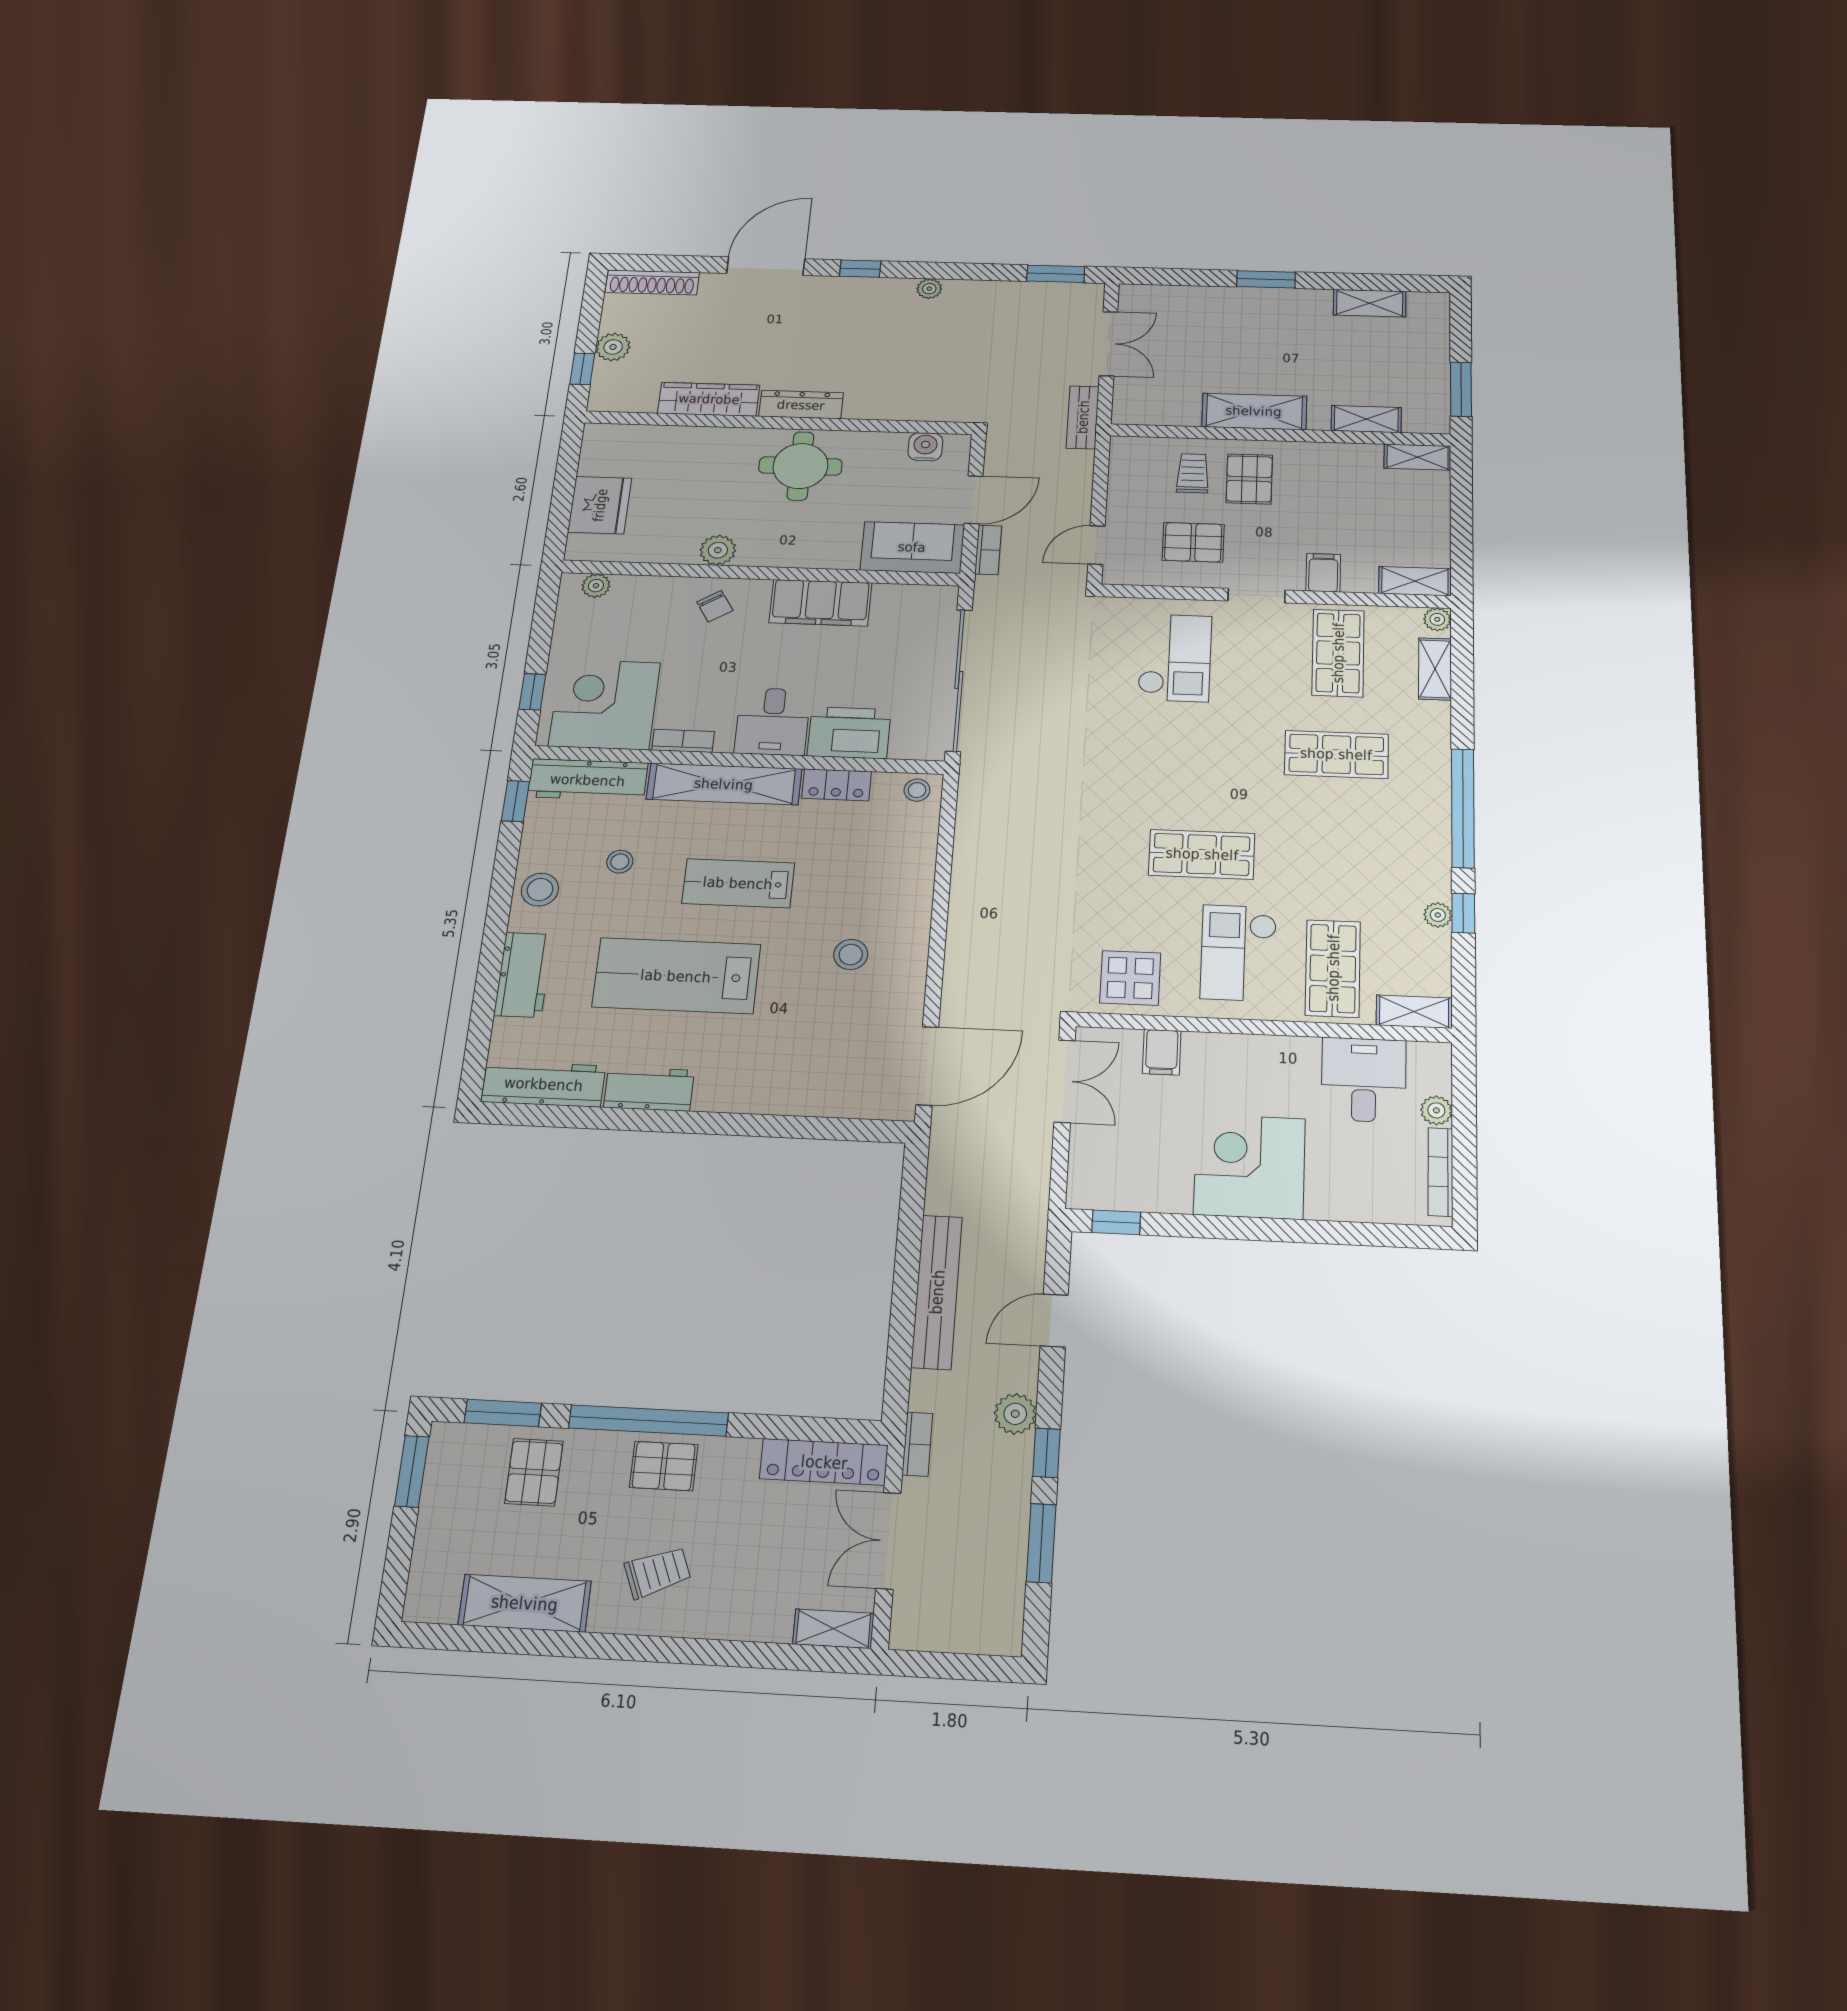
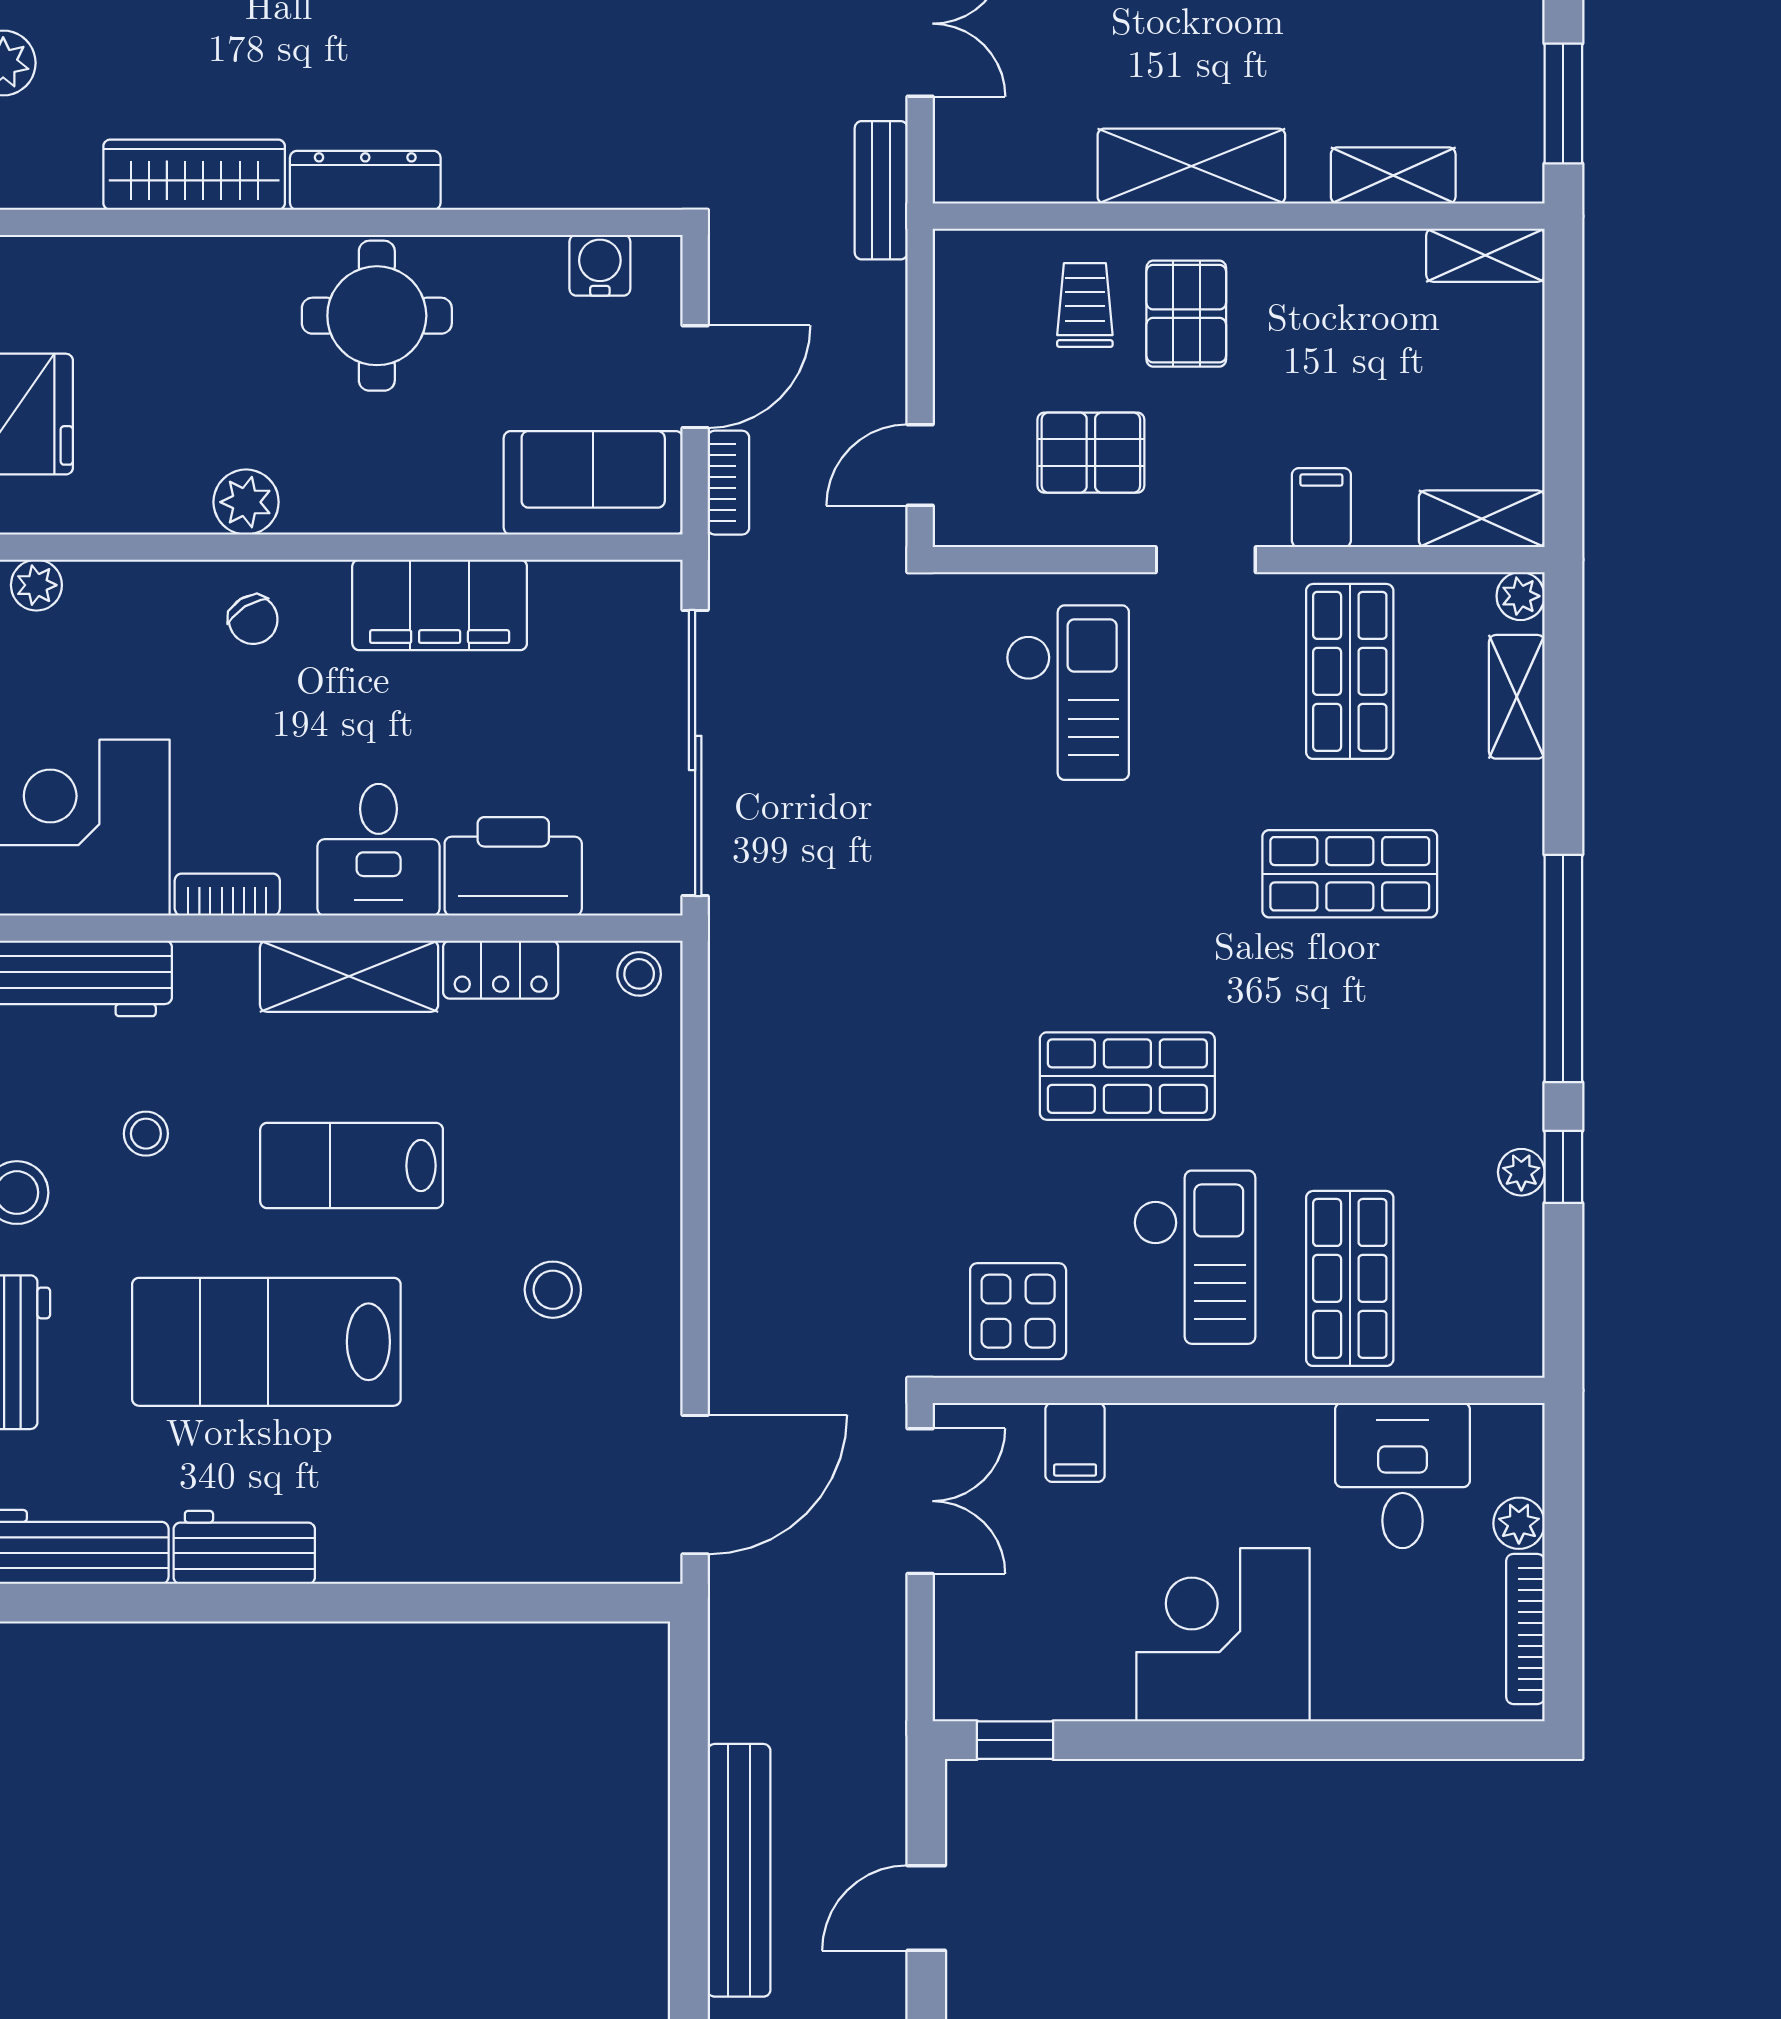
shelving: (724, 784) -> (349, 976), width x0.68
checkout: (1239, 953) -> (1194, 1257), turned 180
shelving: (1414, 1012) -> (1483, 1350), removed

